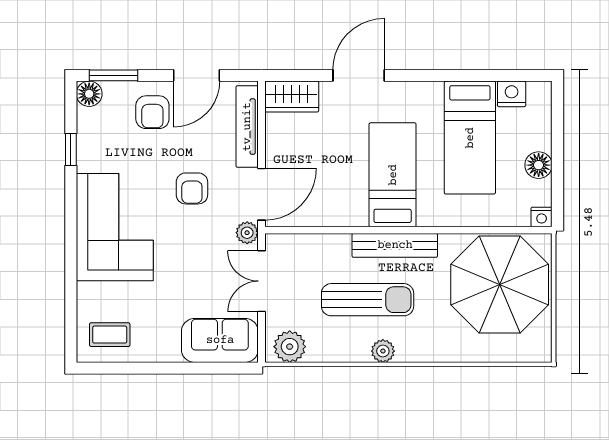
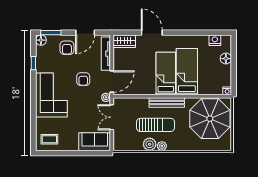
door: (359, 75) -> (152, 33), hinge flipped
bed: (470, 138) -> (187, 72), moved, turned 180
floor lamp: (539, 165) -> (226, 59), moved
plant: (290, 347) -> (150, 144), moved

